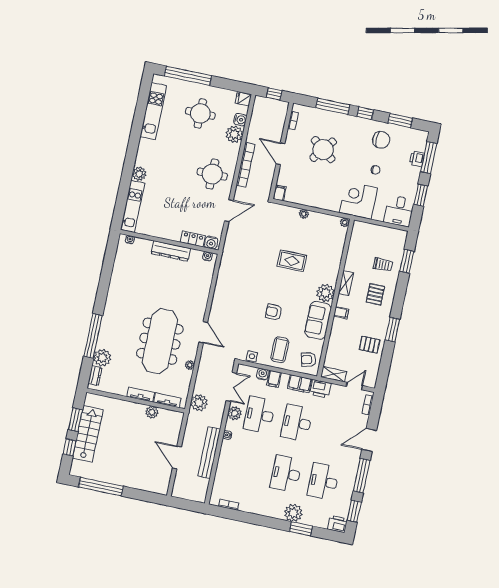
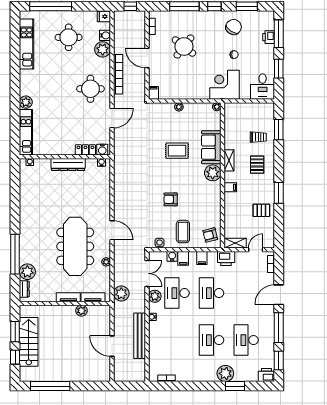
chair: (381, 140) -> (234, 27), turned -57
sofa: (318, 320) -> (211, 147), moved
filing cabinet: (300, 384) -> (202, 258), width x0.50

